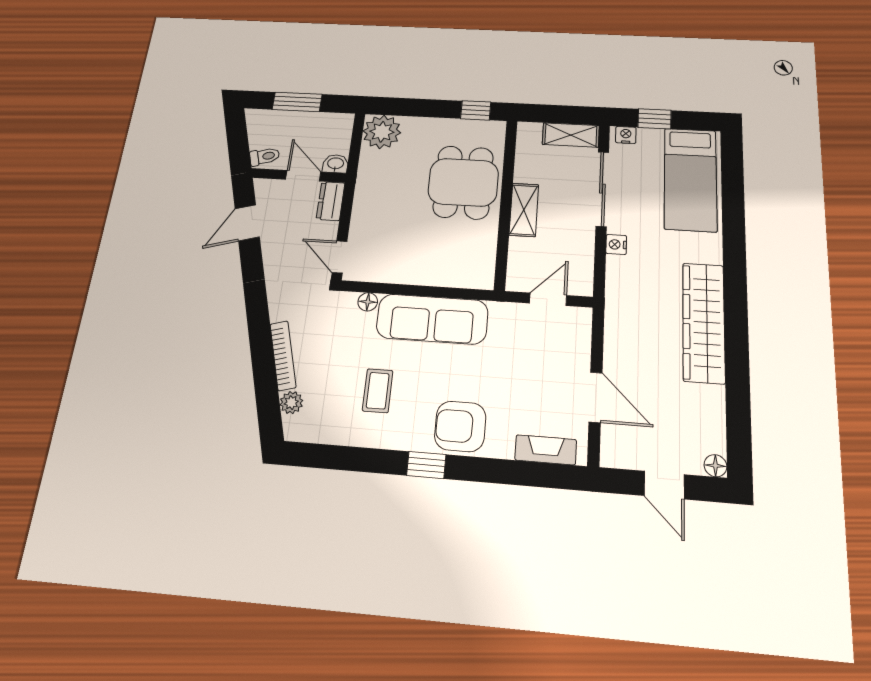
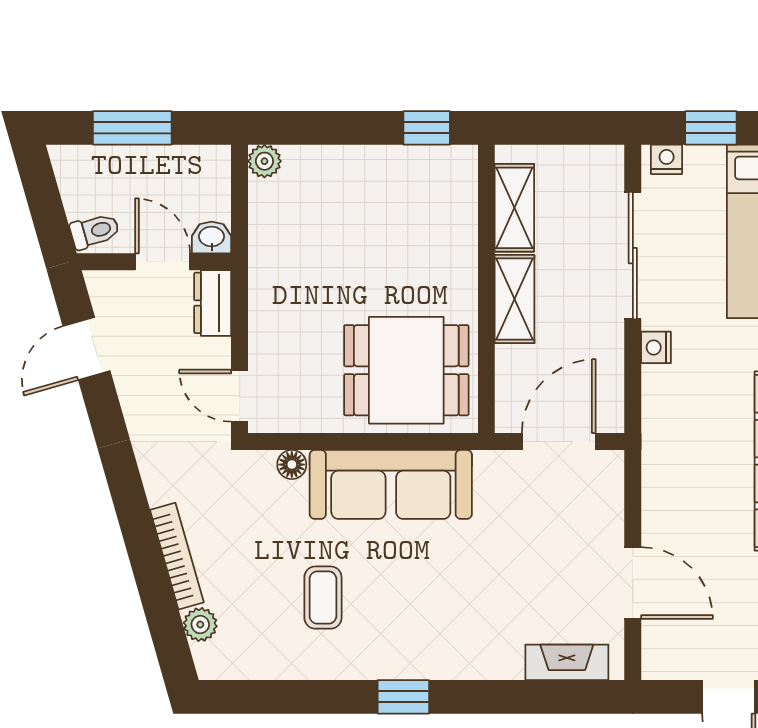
plant: (382, 132) -> (264, 161), width x0.53, depth x0.53
shelving: (571, 135) -> (514, 208), moved, turned 90
dining table: (463, 182) -> (406, 370), moved, turned 90
door: (548, 299) -> (559, 442), width x1.38
armchair: (460, 426) -> (446, 639), removed

